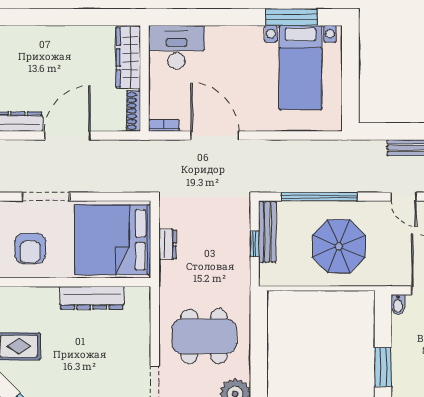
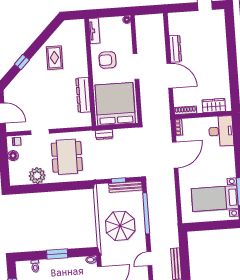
wardrobe: (128, 57) -> (214, 106), width x0.67
dresser: (167, 244) -> (104, 134), moved

